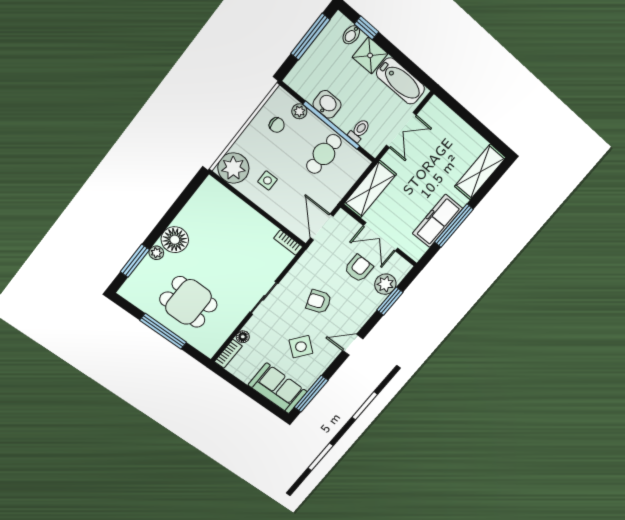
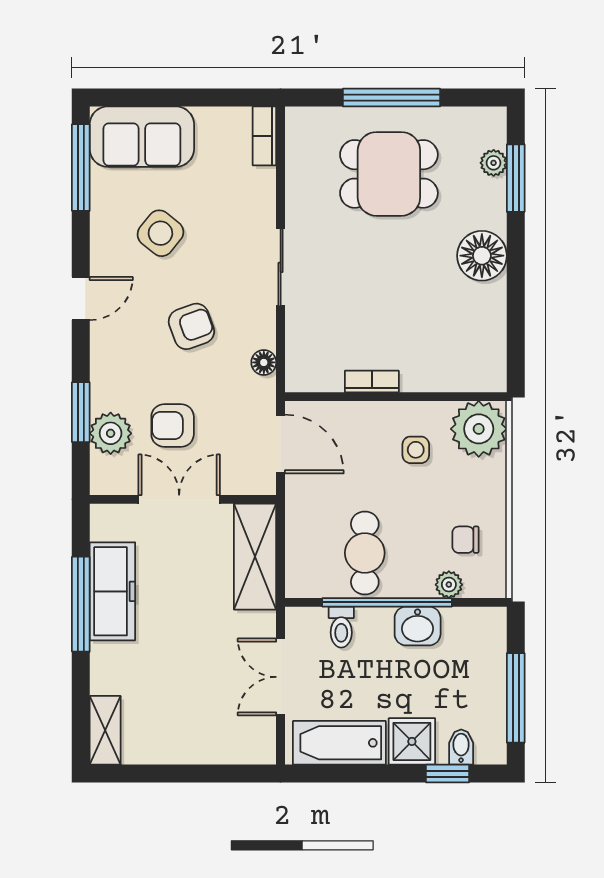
shelving: (480, 172) -> (105, 730), width x0.67, depth x0.75
bookcase: (288, 243) -> (372, 381), moved
plant: (156, 253) -> (494, 163), moved
armchair: (359, 268) -> (173, 425), turned 90
floor lamp: (243, 337) -> (264, 362), moved

